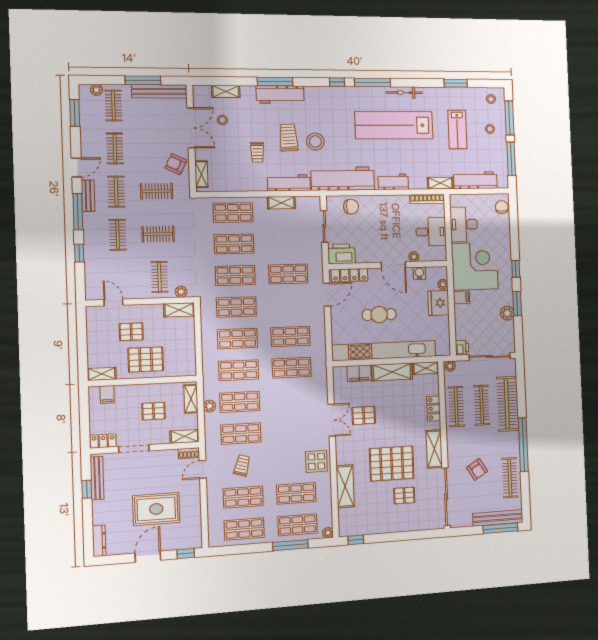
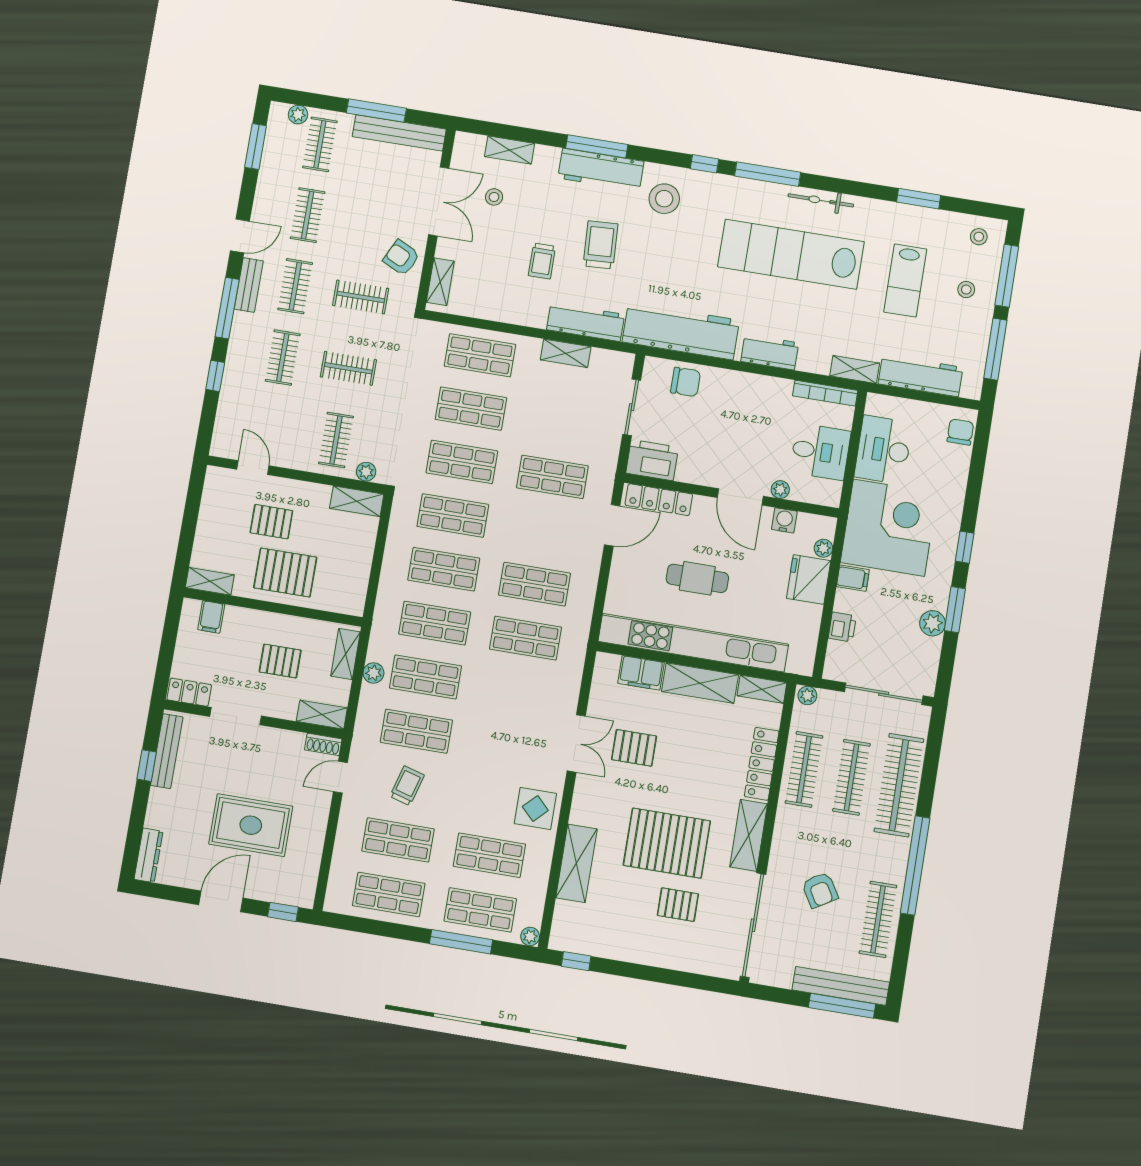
stool: (315, 142) -> (664, 199), moved
printer: (462, 348) -> (842, 627), moved
locker: (433, 409) -> (762, 764), width x1.53

